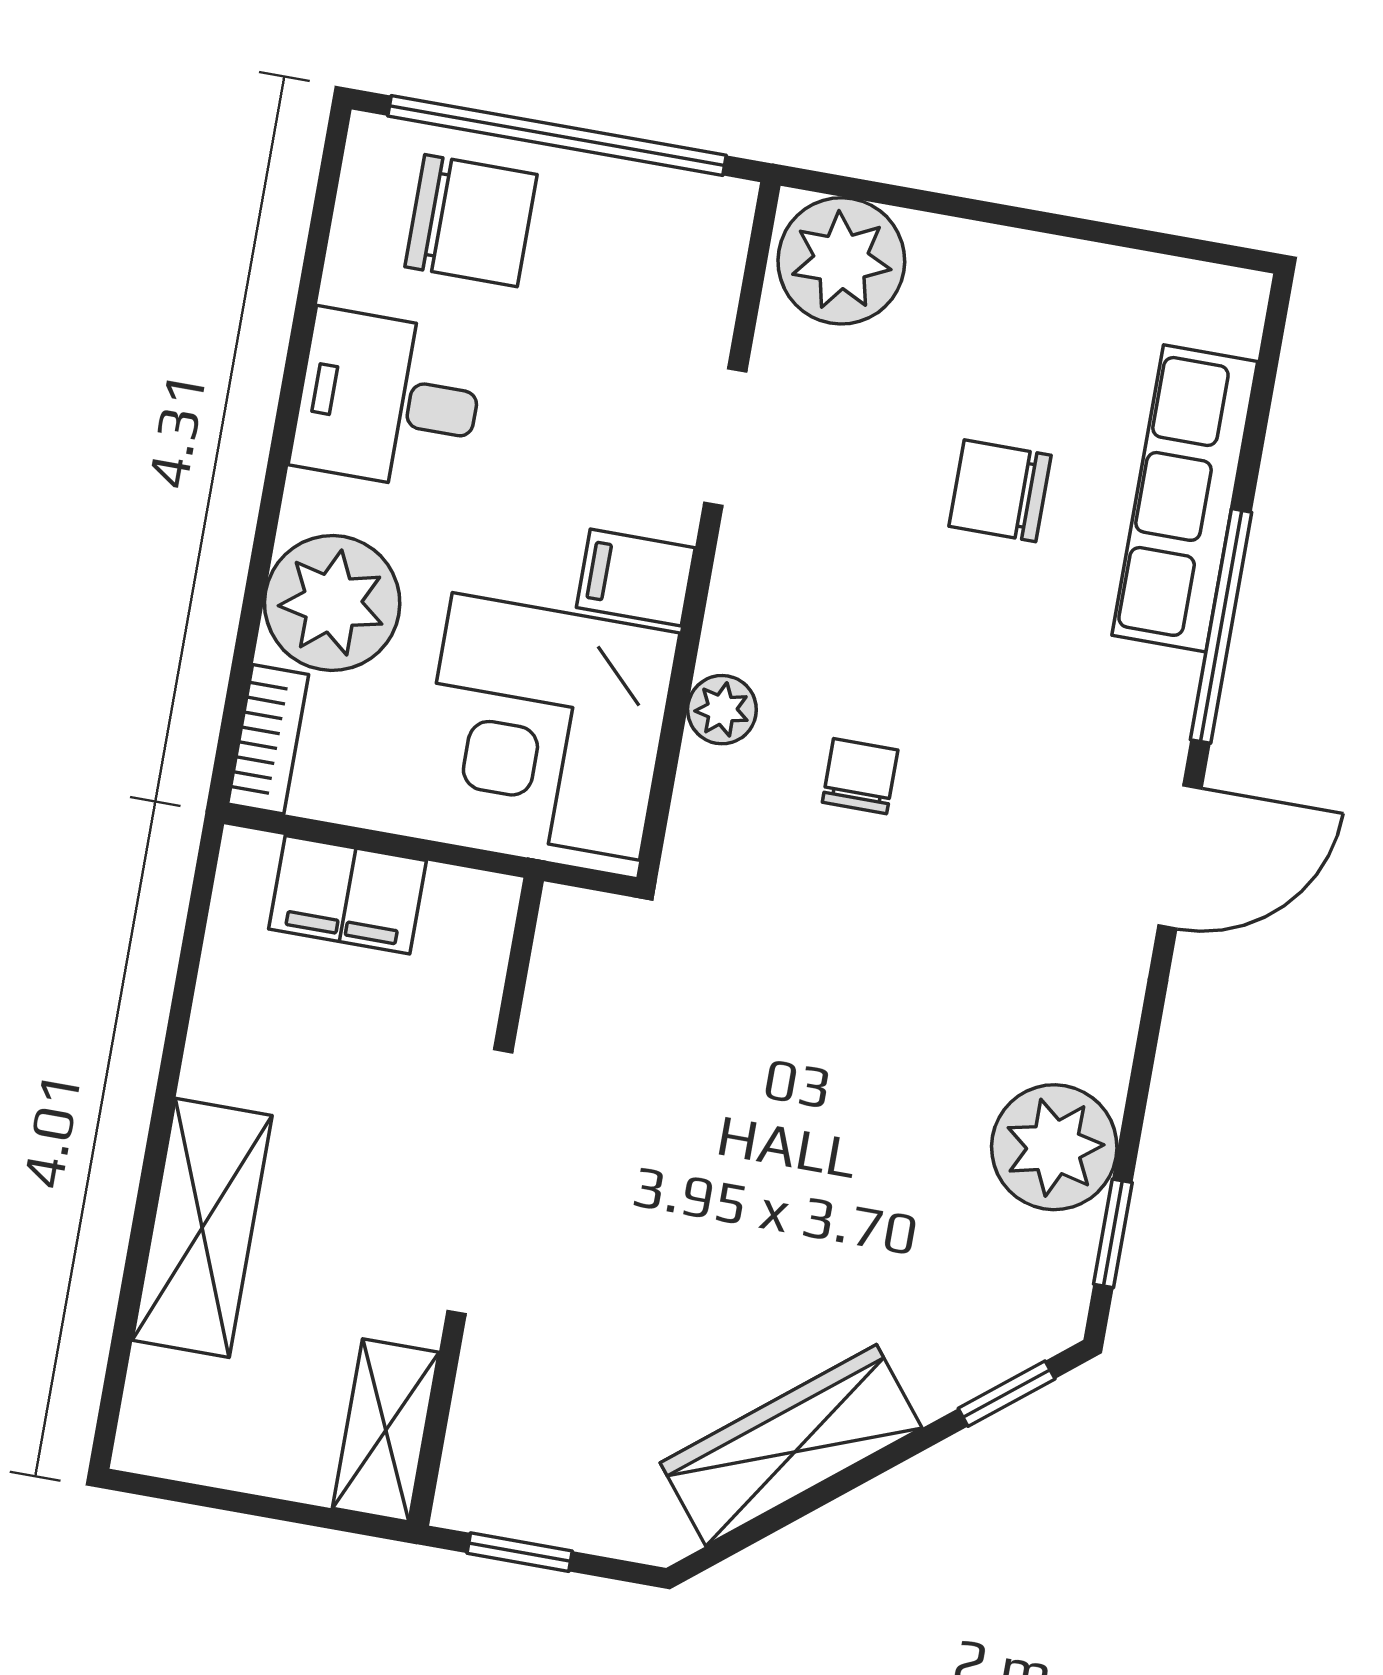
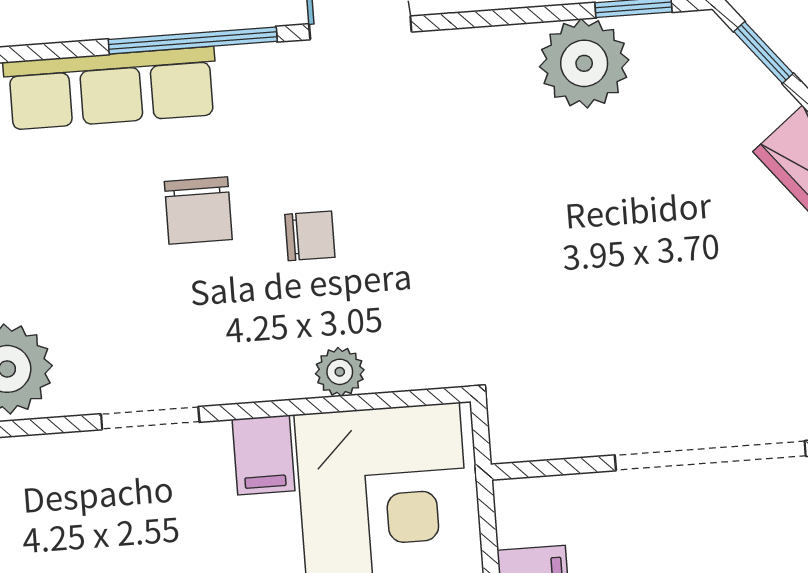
chair: (1000, 491) -> (198, 211), moved
chair: (860, 776) -> (310, 236), moved, turned 180

